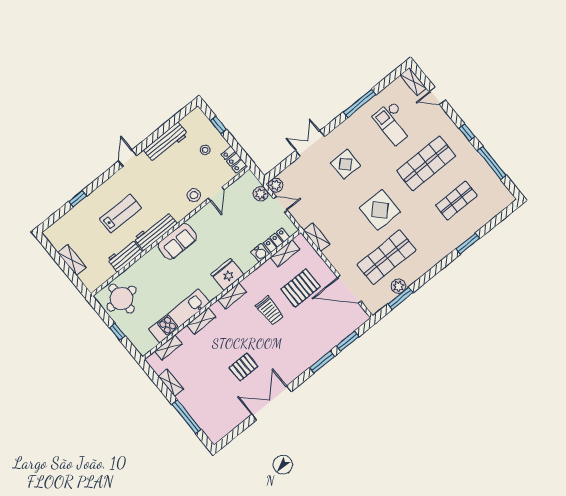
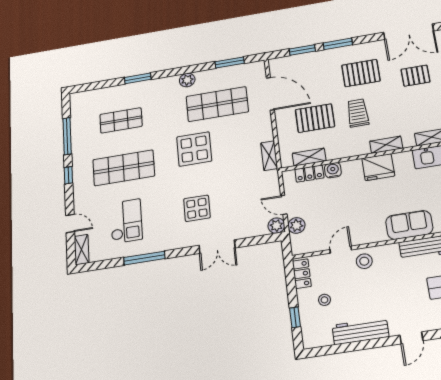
plant: (398, 286) -> (187, 80), moved
pallet: (288, 346) -> (361, 73), added

